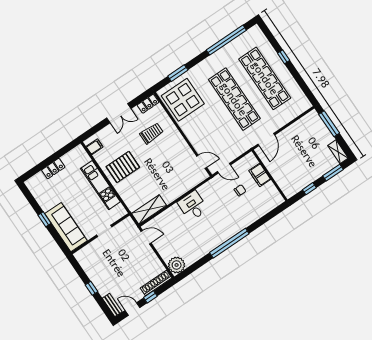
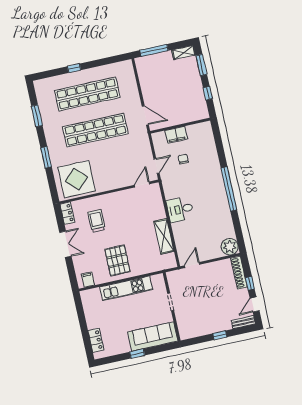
window: (226, 40) -> (37, 116), width x0.47
window: (178, 73) -> (46, 157), moved
locker: (53, 169) -> (96, 340), moved
shelving: (149, 210) -> (164, 236), moved

